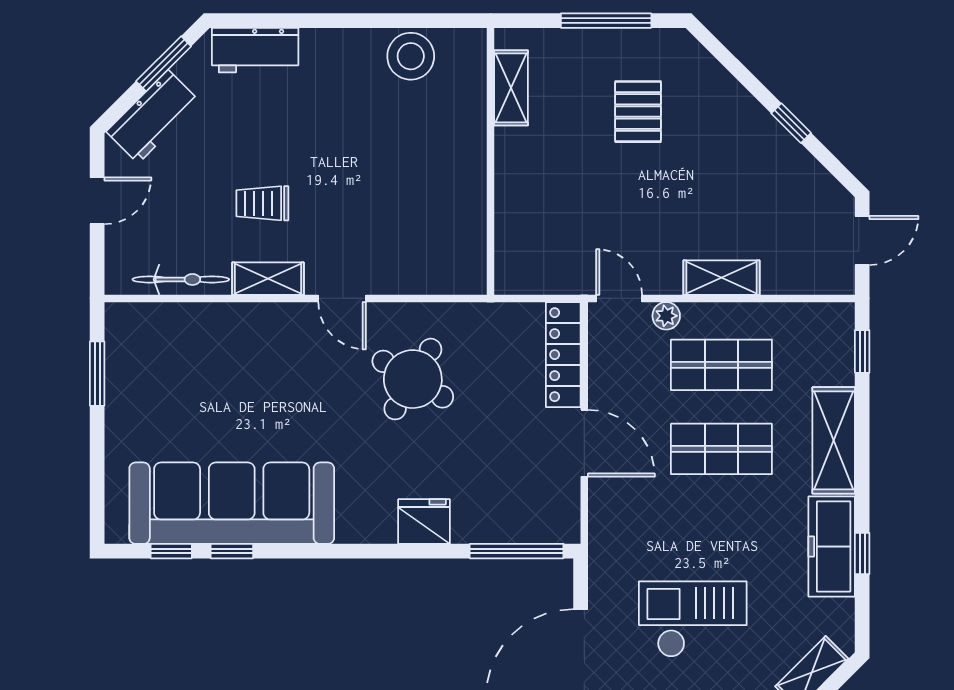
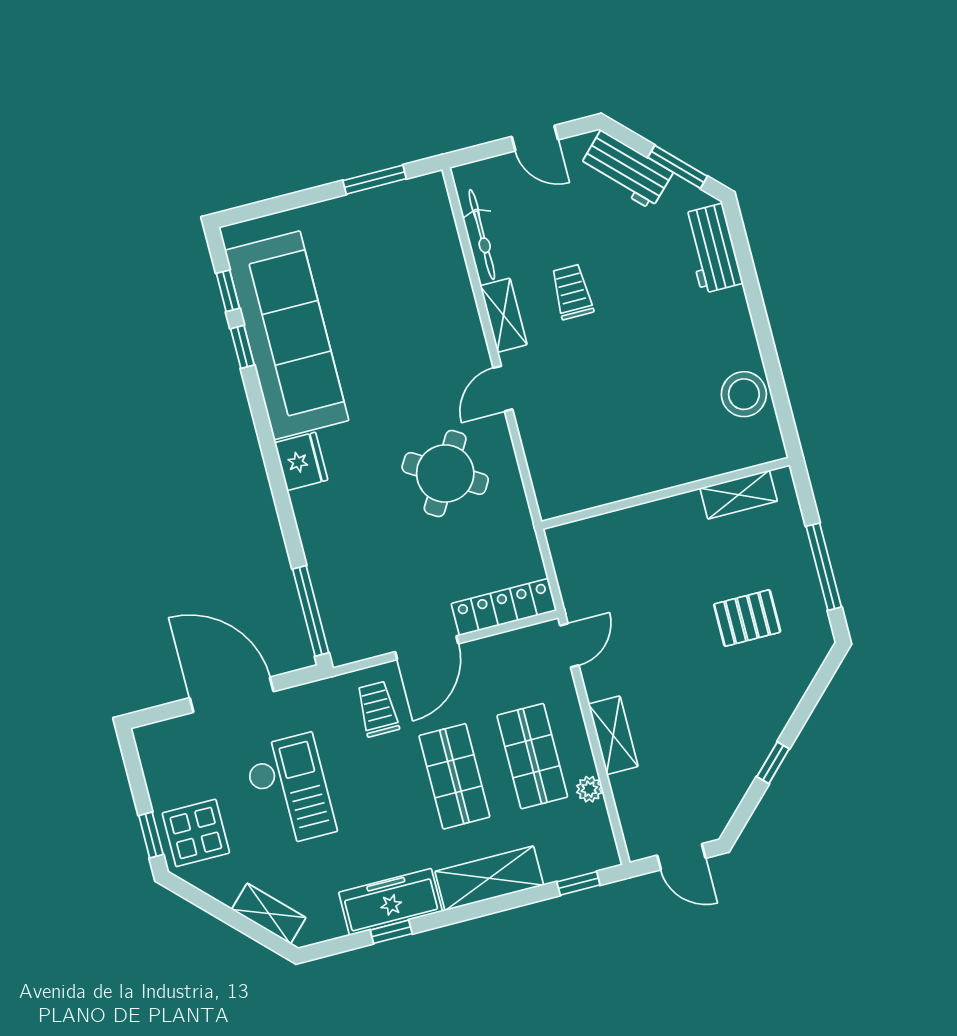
plant: (666, 316) -> (589, 789), moved
trolley: (633, 509) -> (378, 709), added
fridge: (424, 522) -> (301, 461), moved

